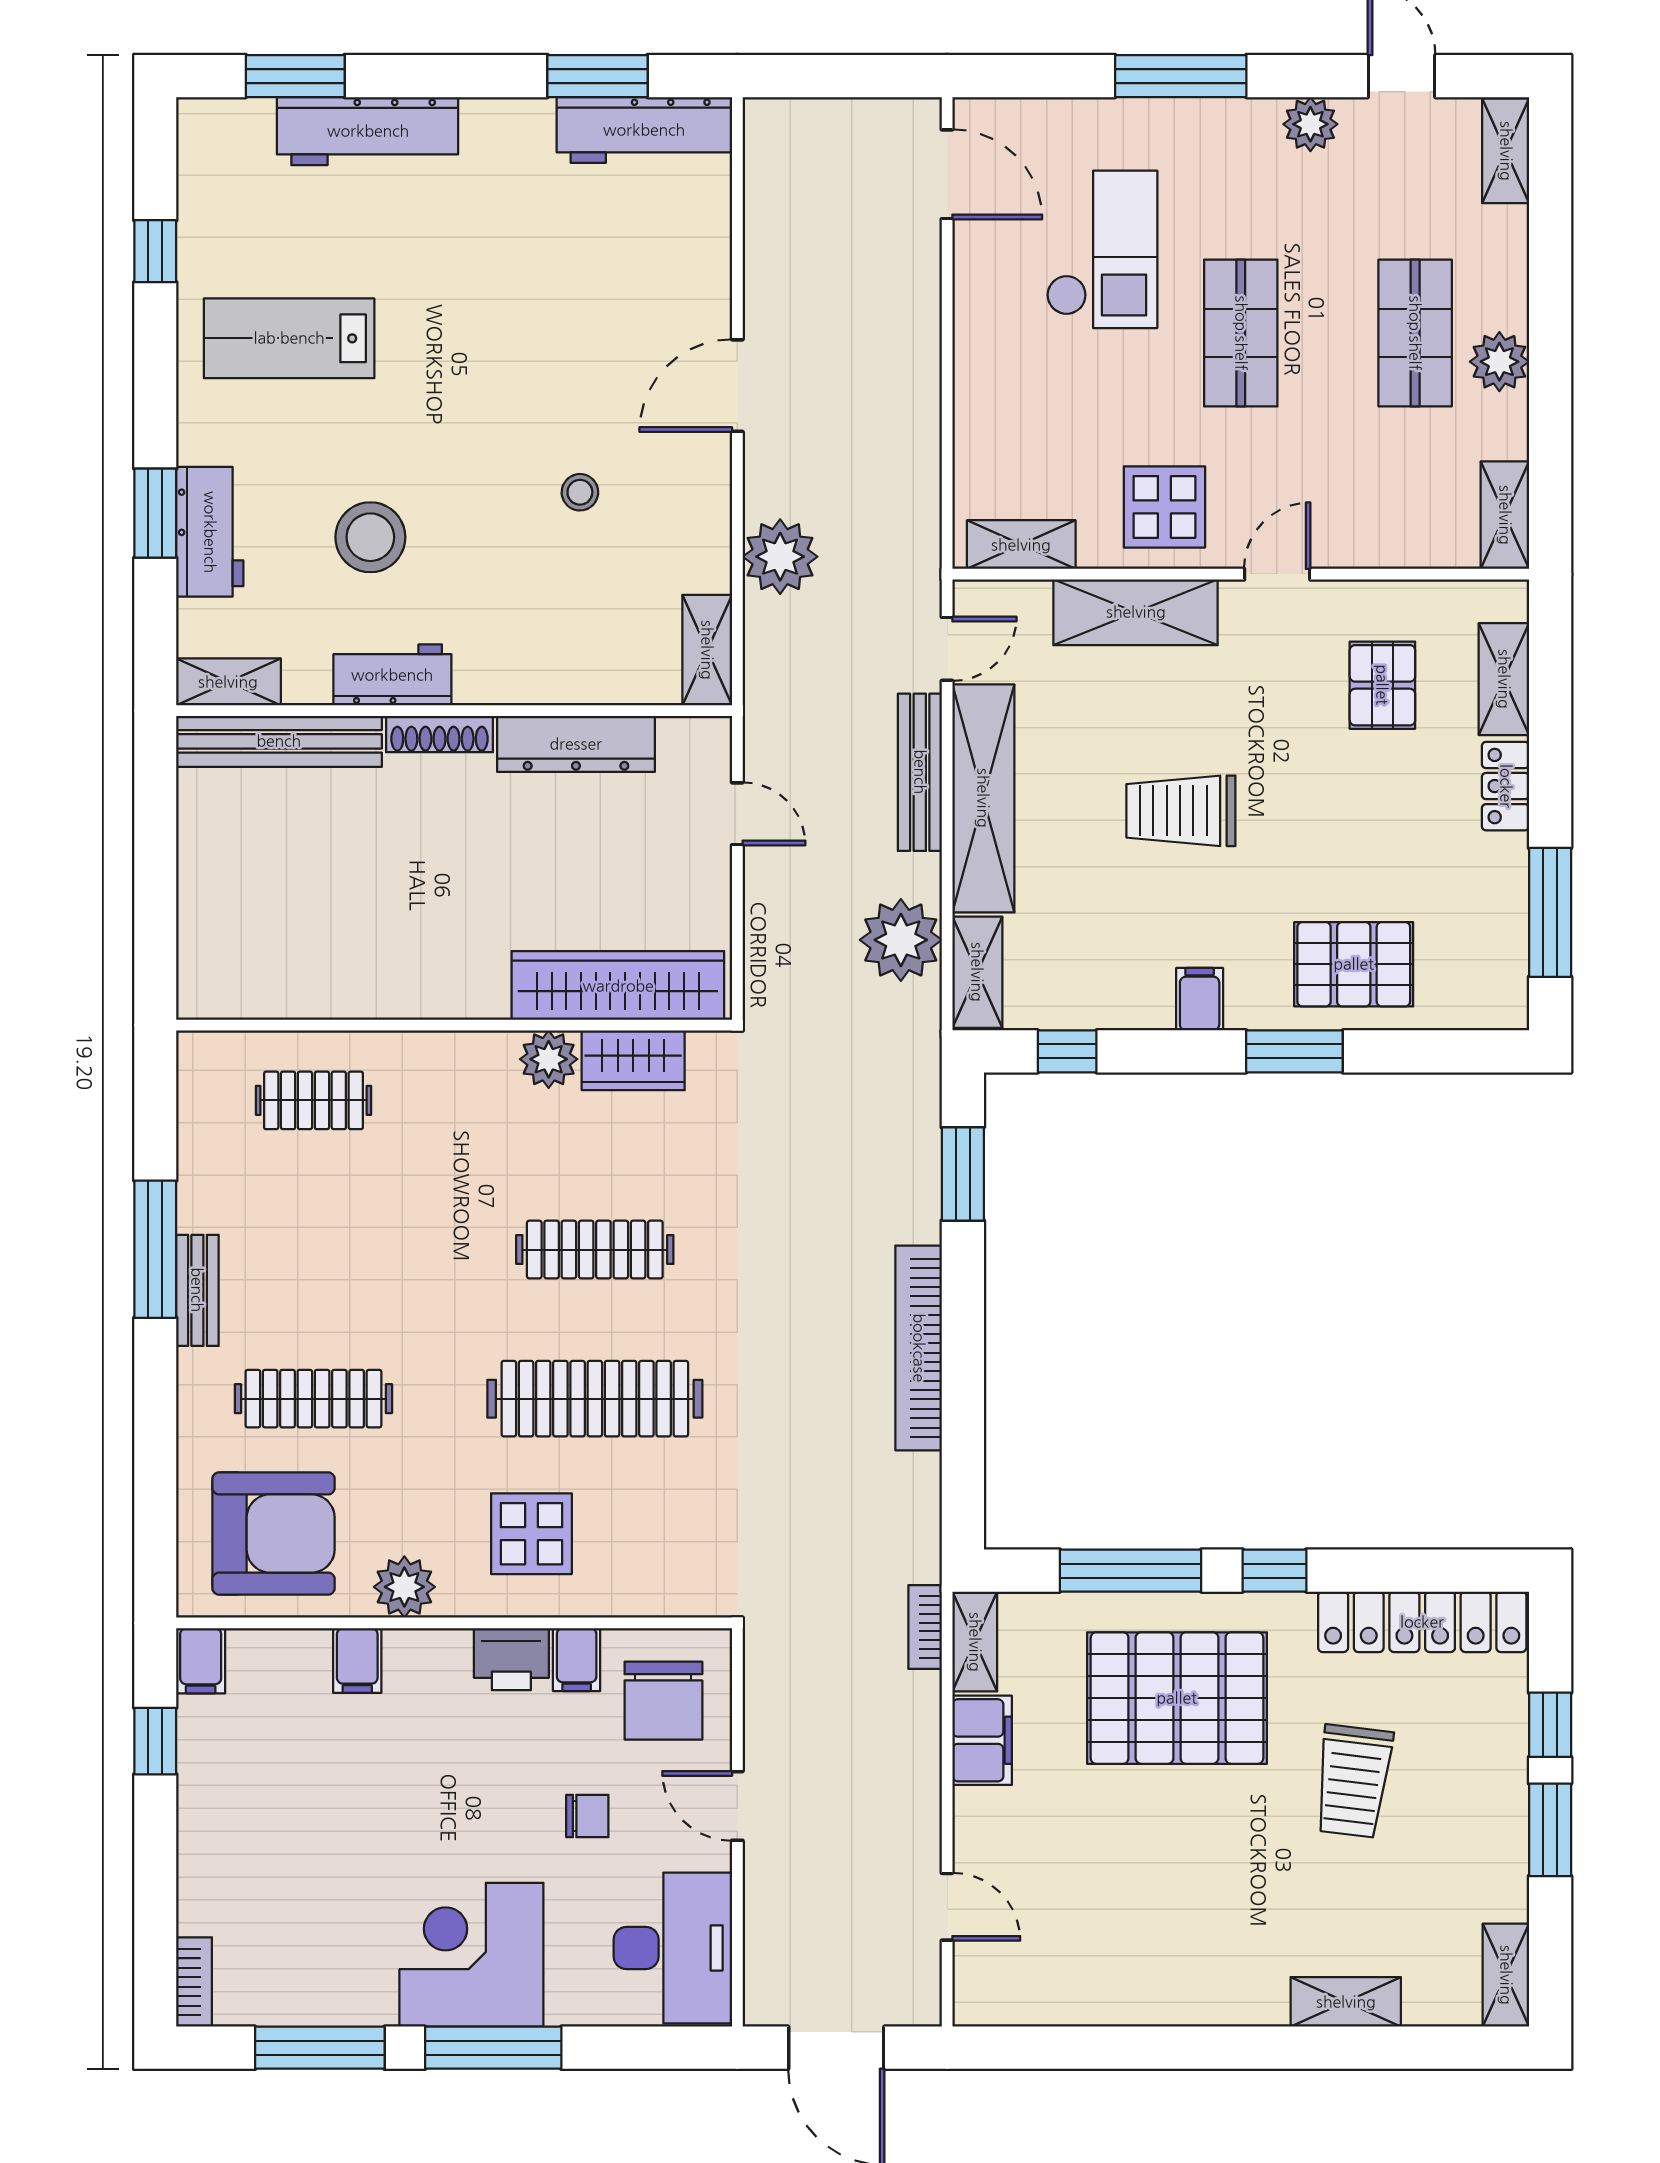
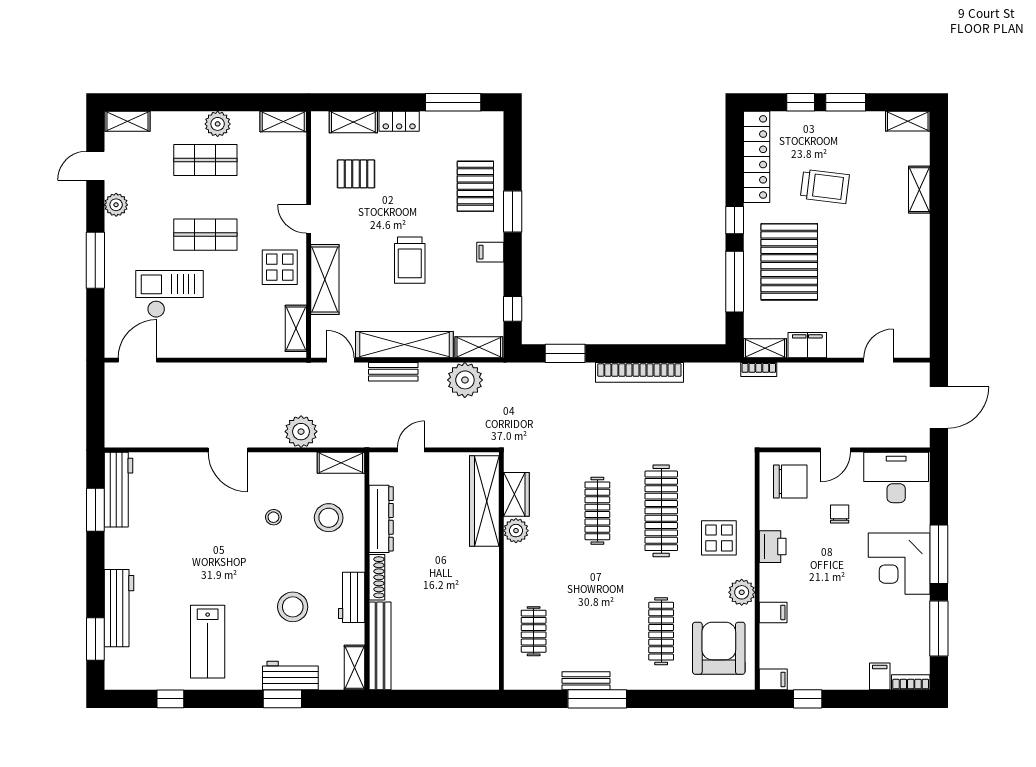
stool: (579, 621) -> (329, 518), added
bench: (920, 772) -> (393, 372), width x0.73
bench: (197, 1290) -> (586, 681), moved
filing cabinet: (577, 1660) -> (880, 676), moved, turned -90

